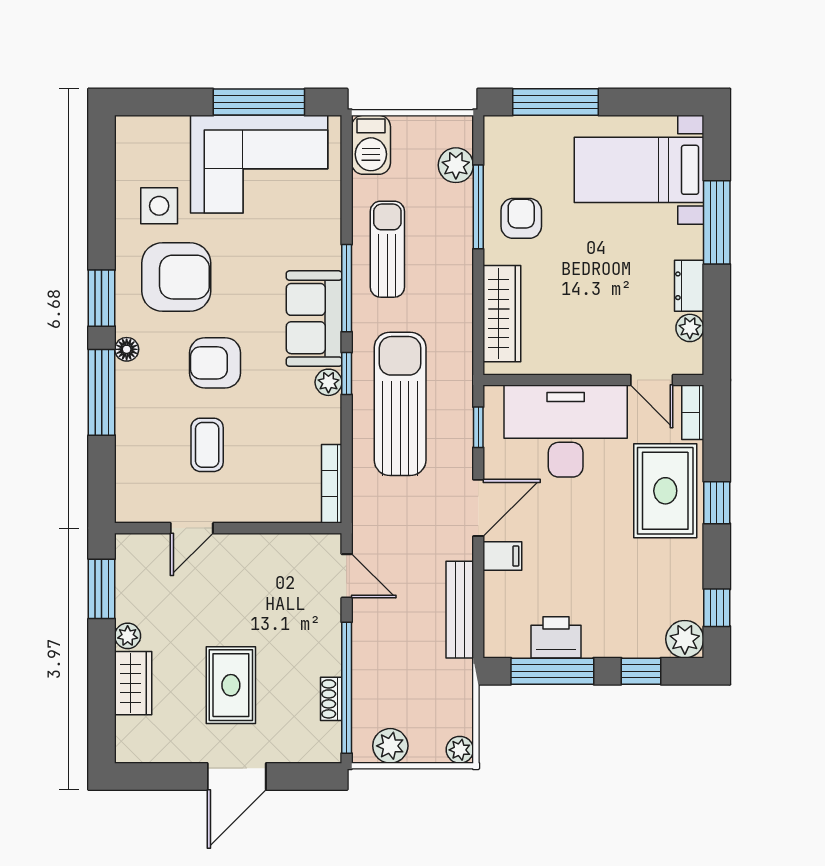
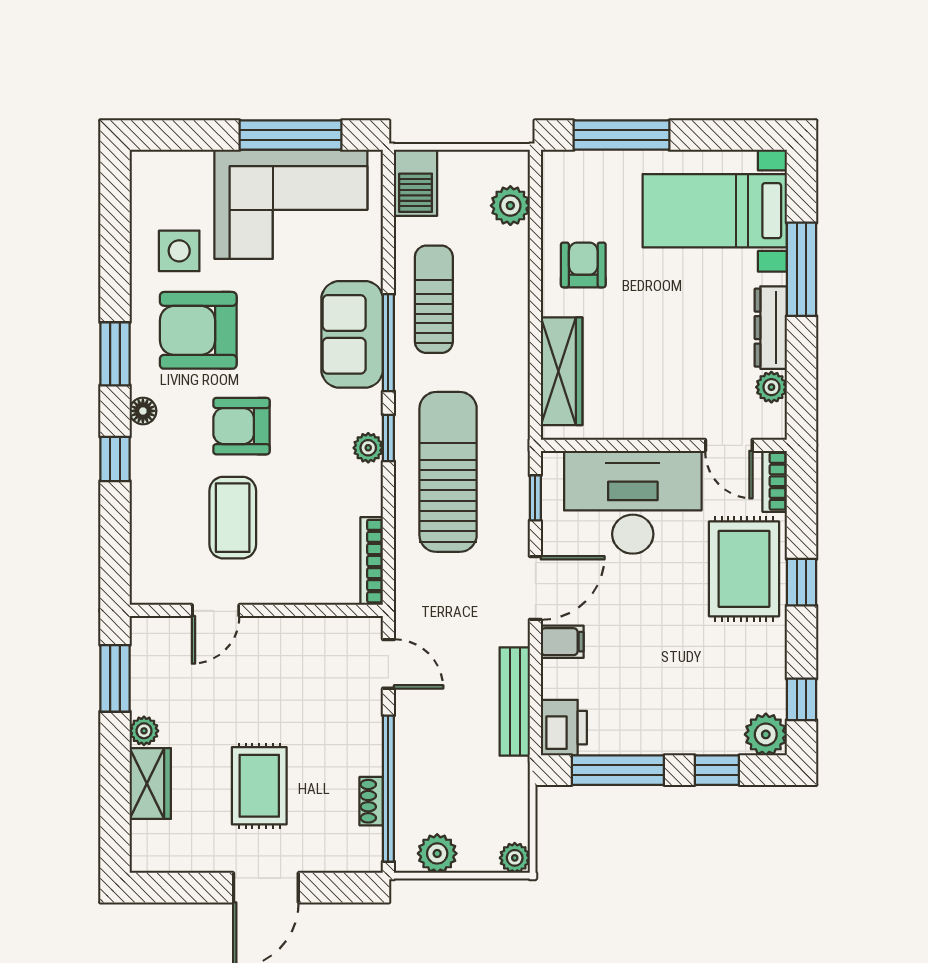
window: (478, 207) -> (535, 252), removed
armchair: (176, 277) -> (198, 330), turned 180
dresser: (689, 286) -> (771, 328), width x1.44
sofa: (314, 319) -> (352, 334), moved
window: (102, 392) -> (115, 459), width x0.46
coffee table: (207, 445) -> (233, 518), width x1.36, depth x1.30
printer: (556, 637) -> (564, 728), moved, turned 90

